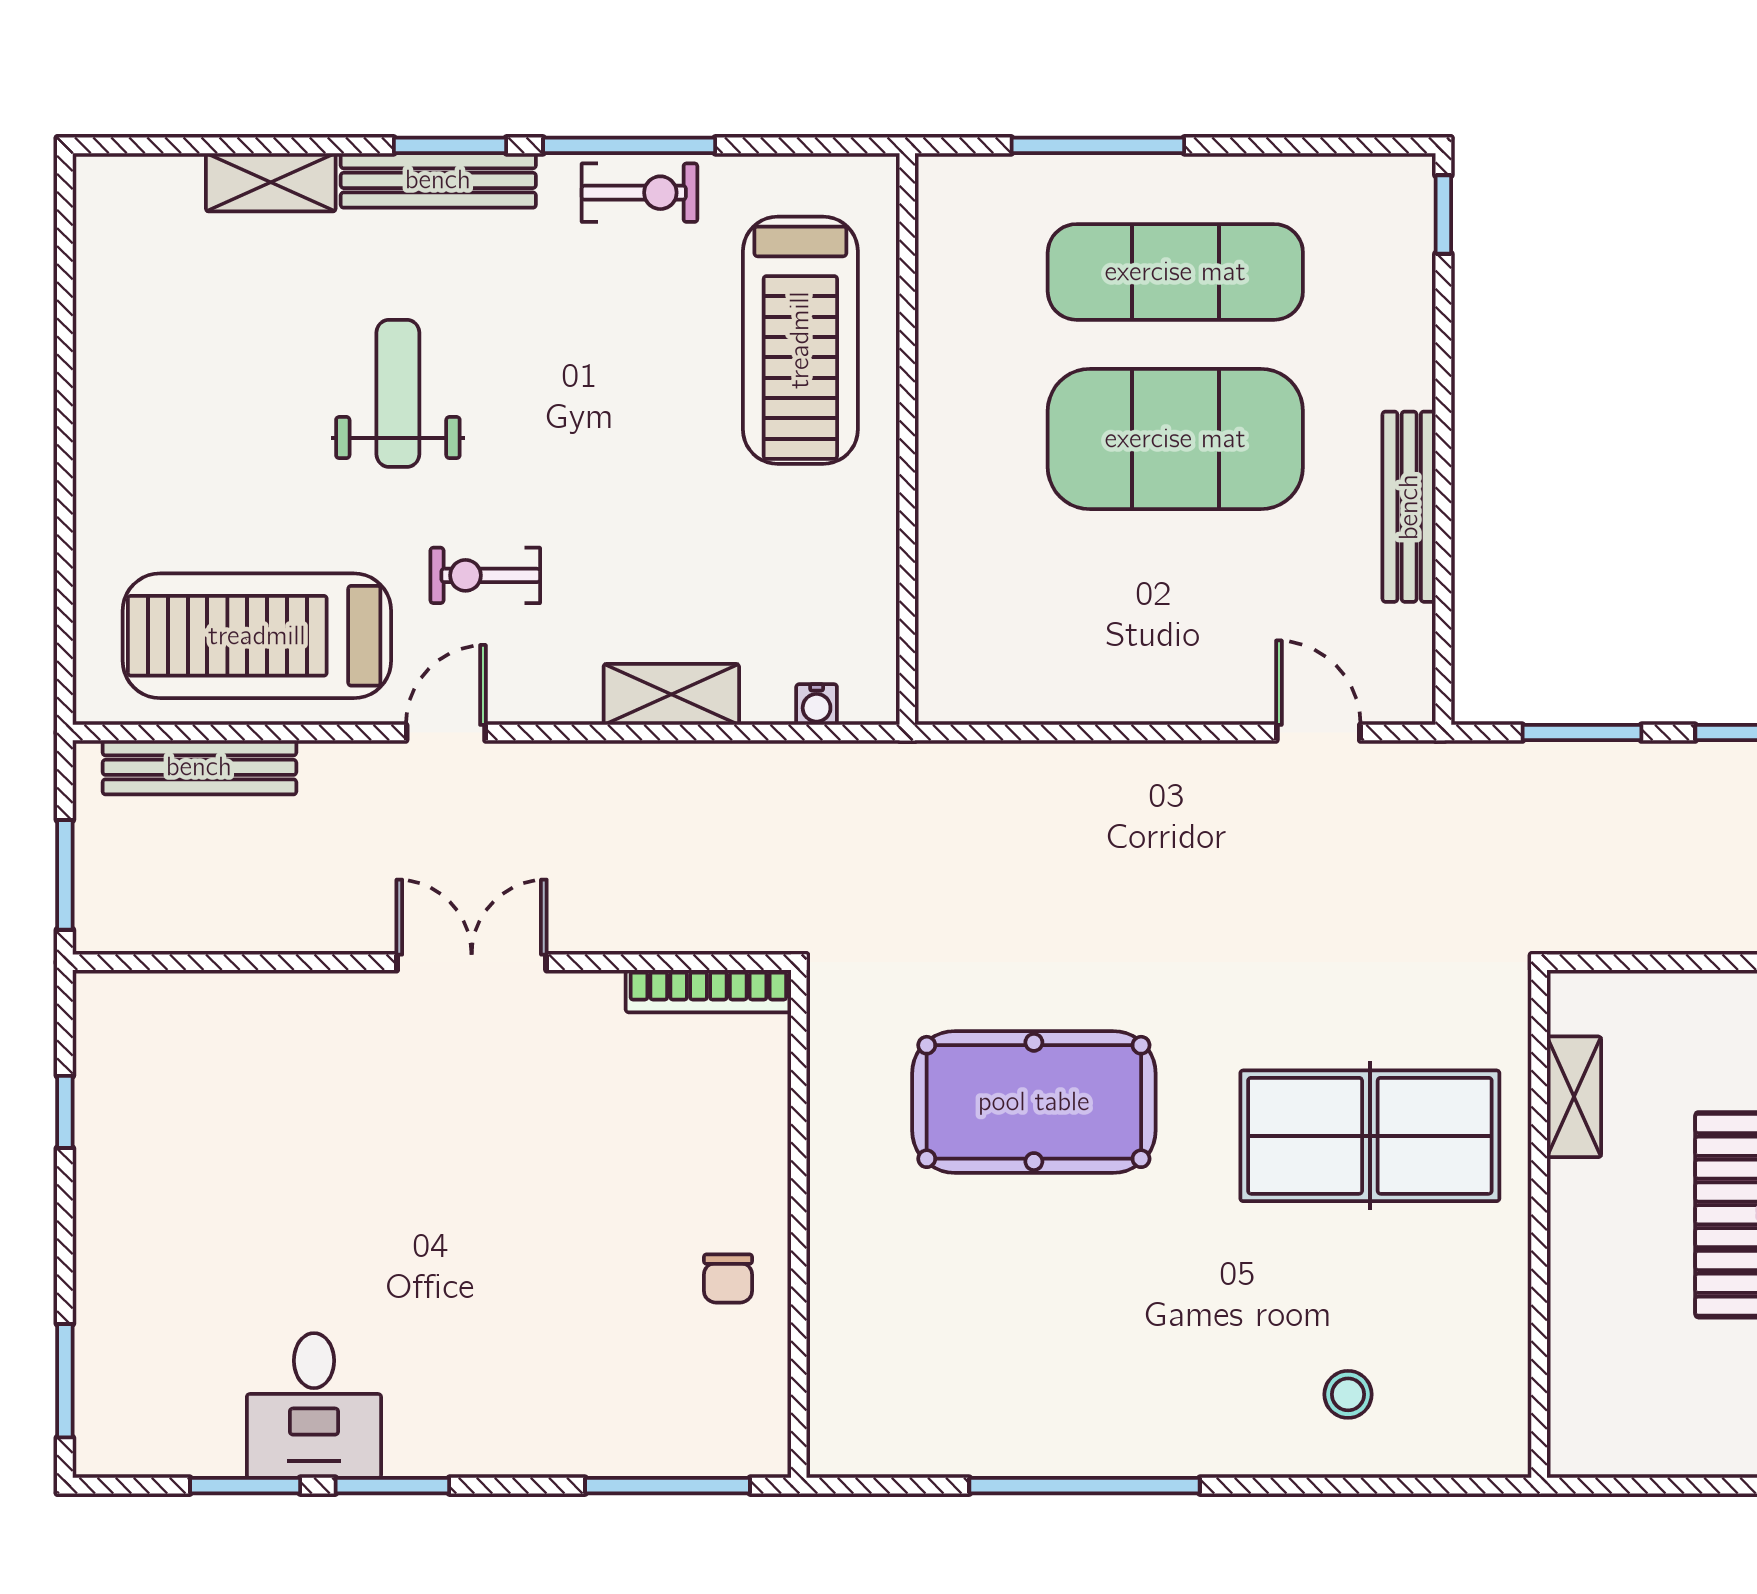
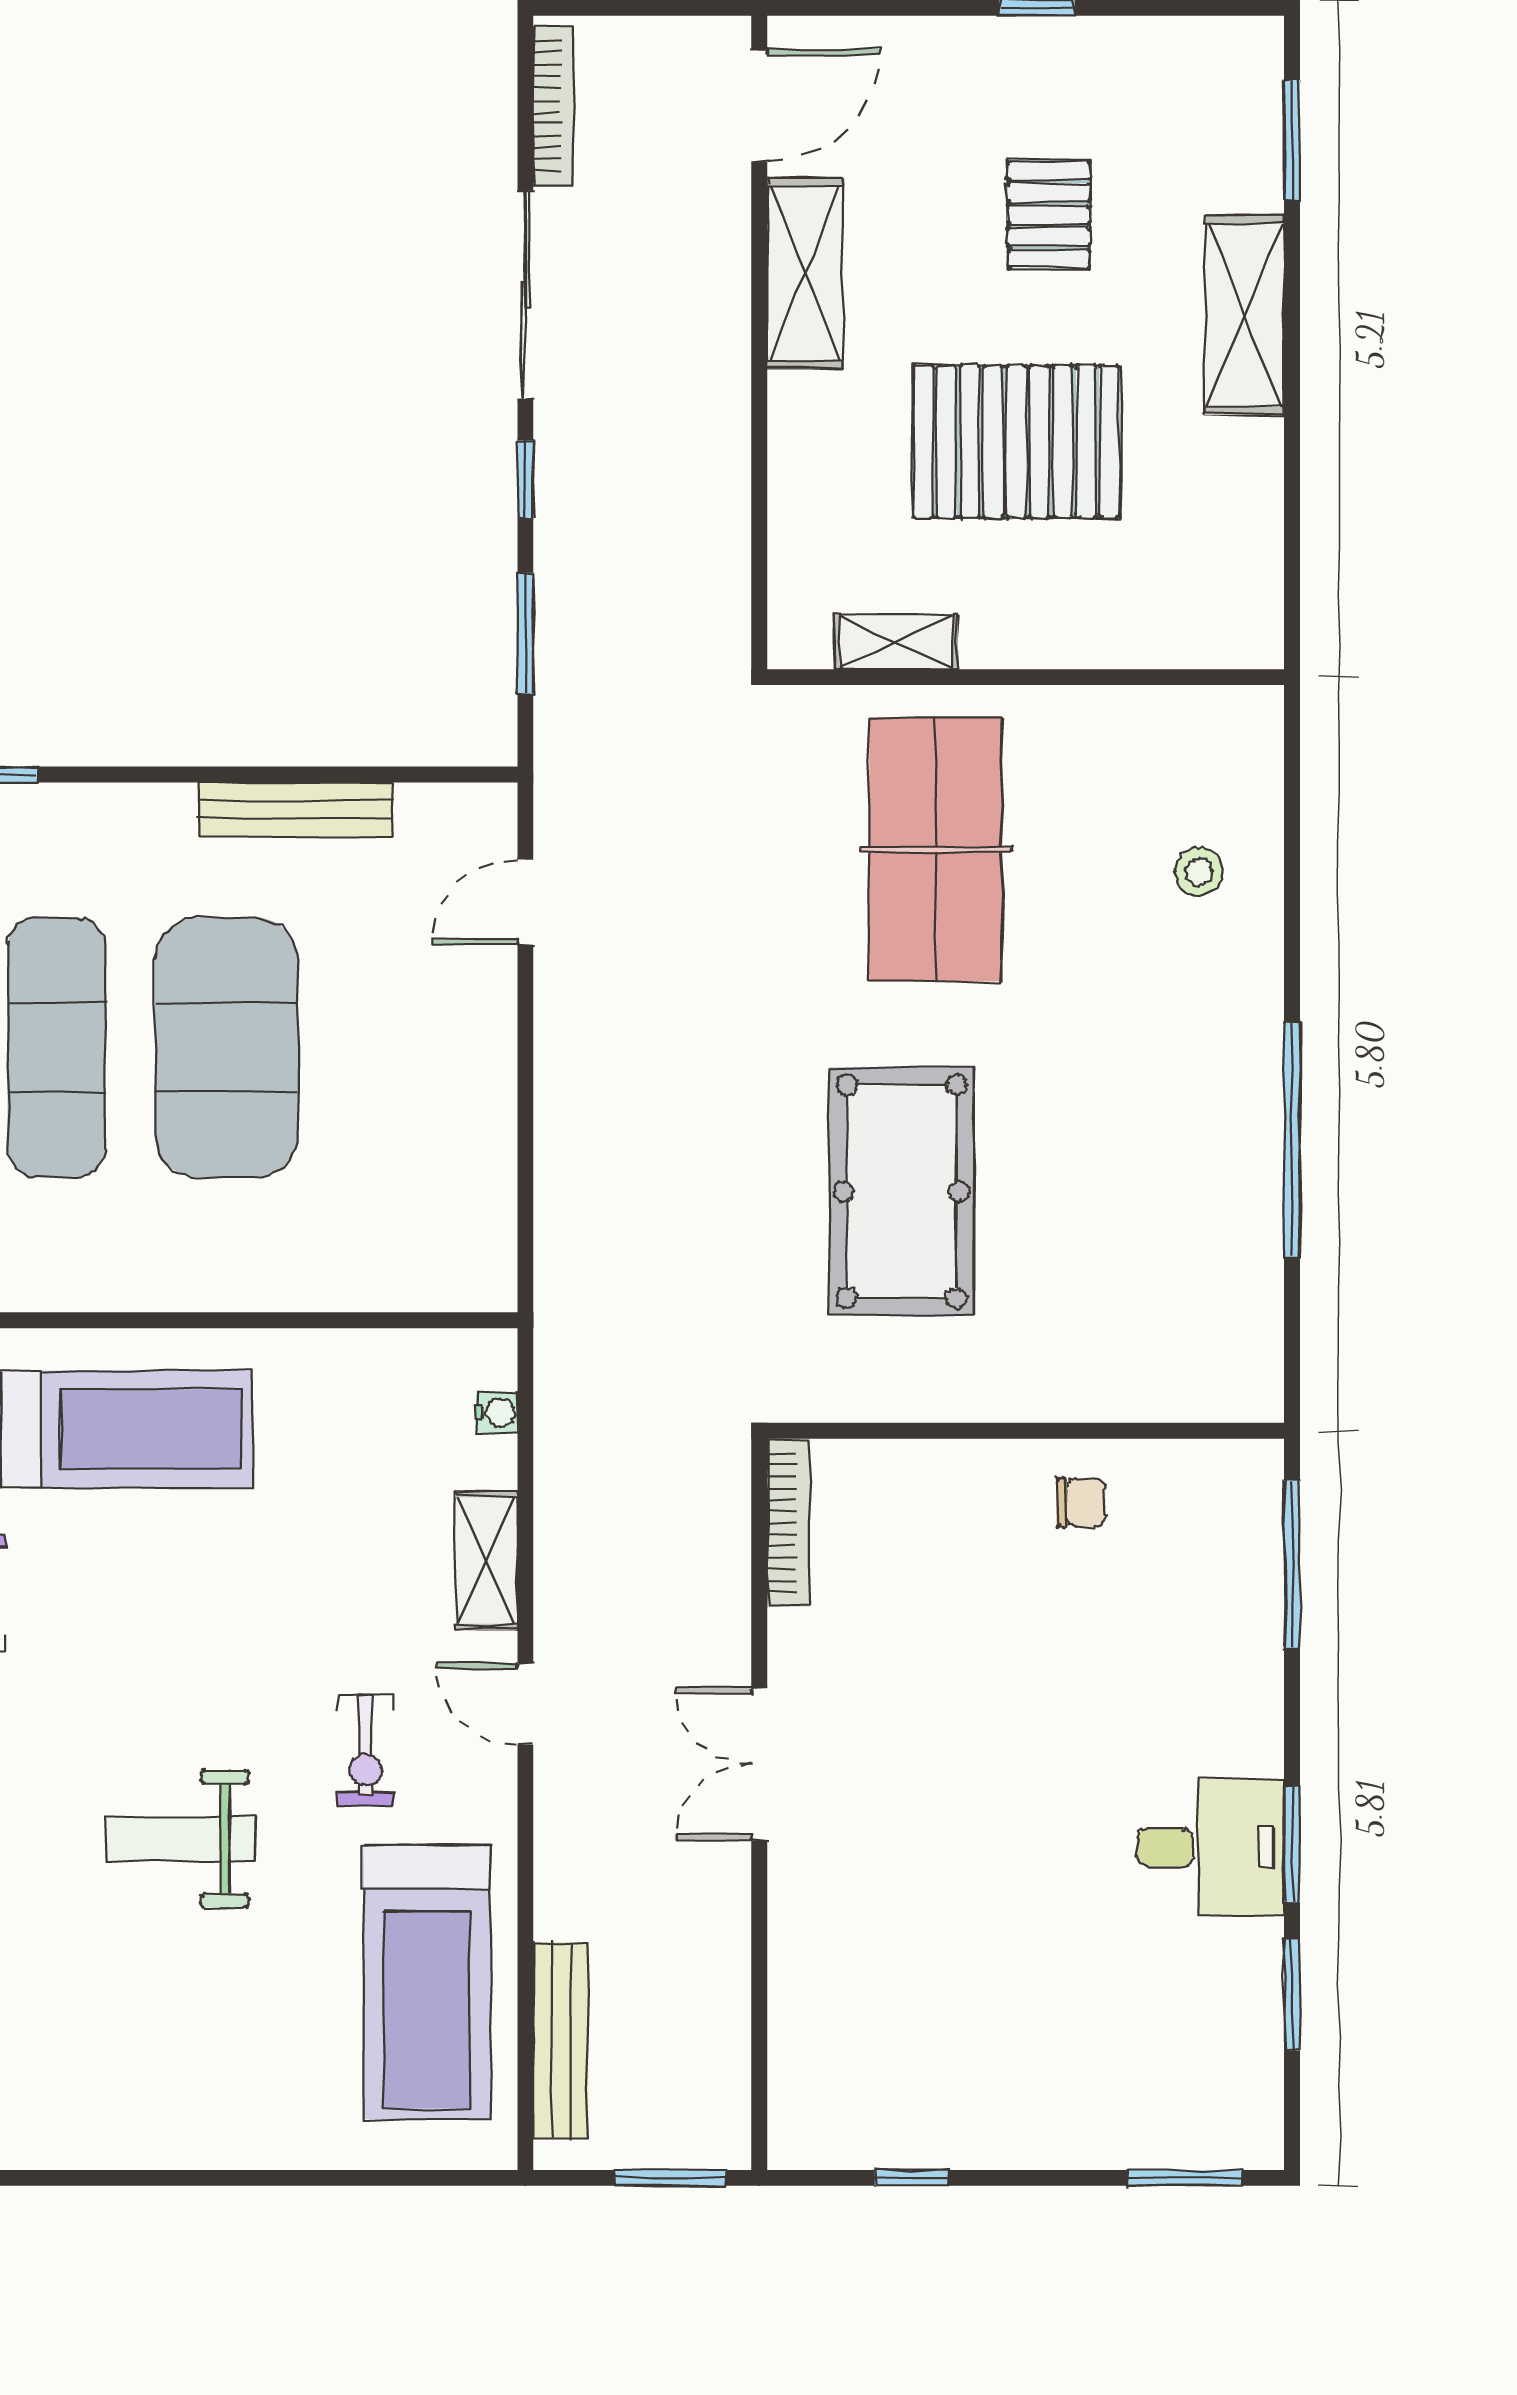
door: (446, 733) -> (525, 1704), moved
desk: (314, 1406) -> (1210, 1847), moved

